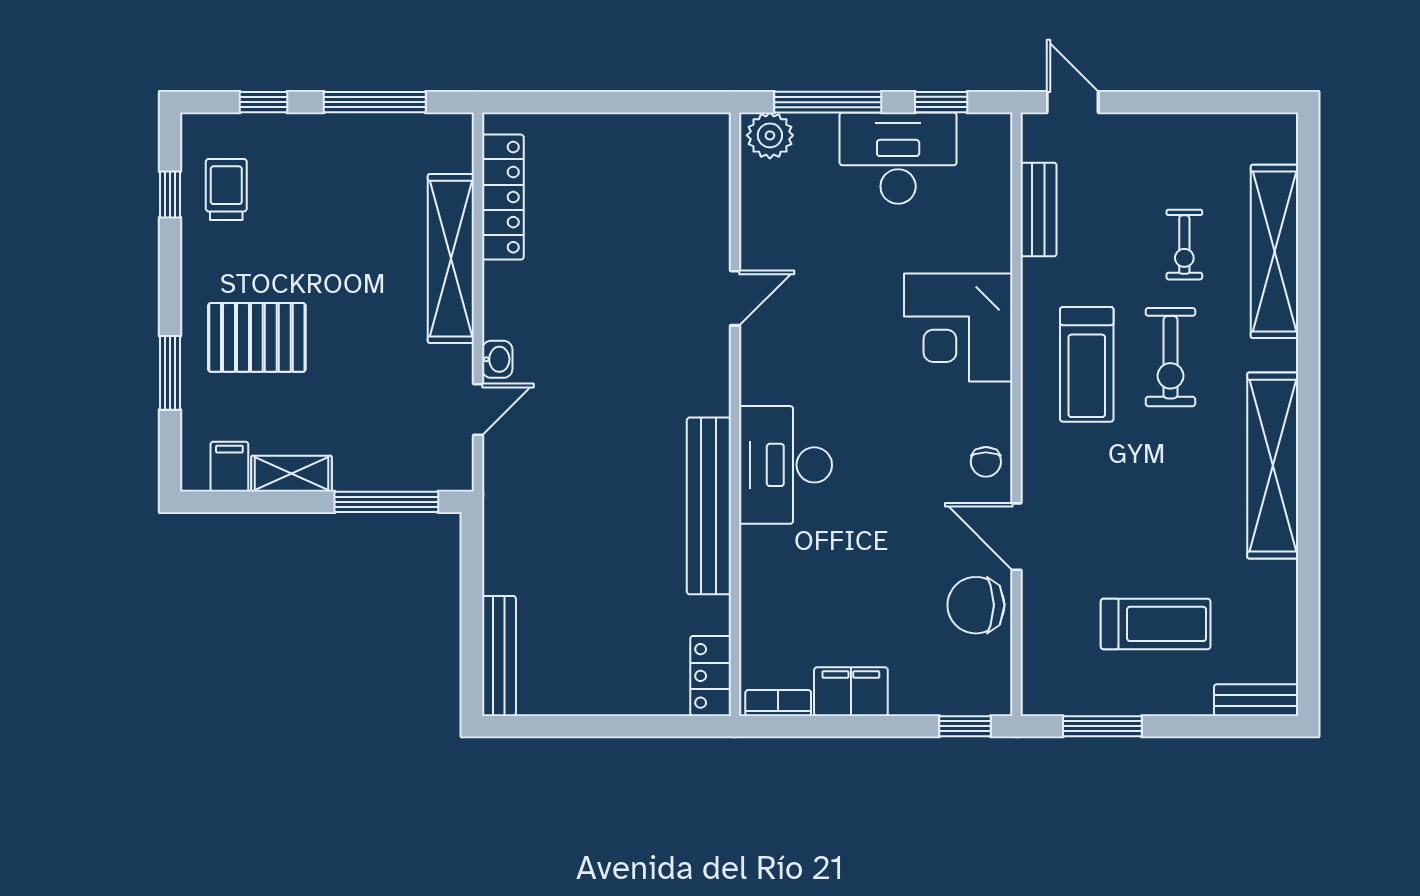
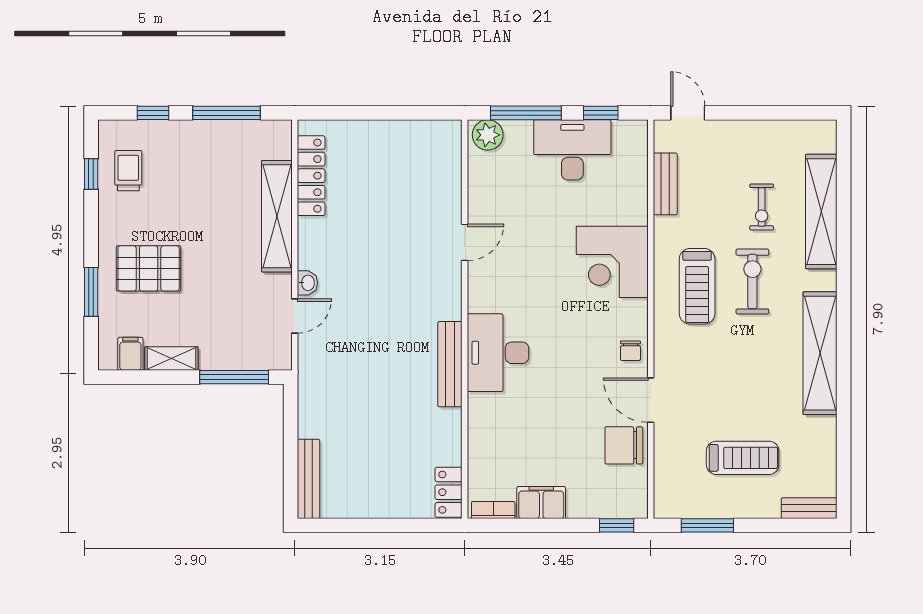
exercise bike: (1170, 357) -> (752, 281), turned 180
bench: (709, 506) -> (450, 364), width x0.73, depth x0.82

